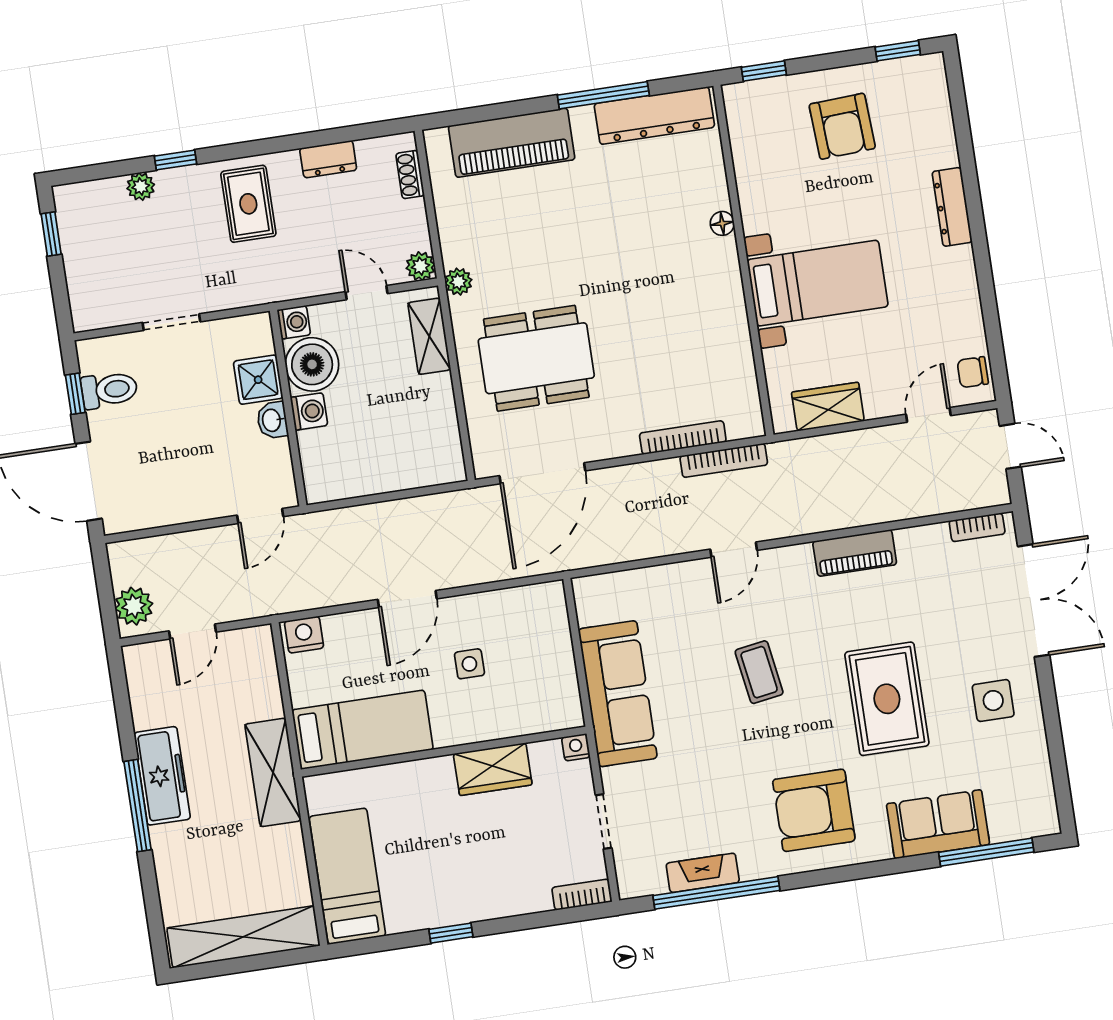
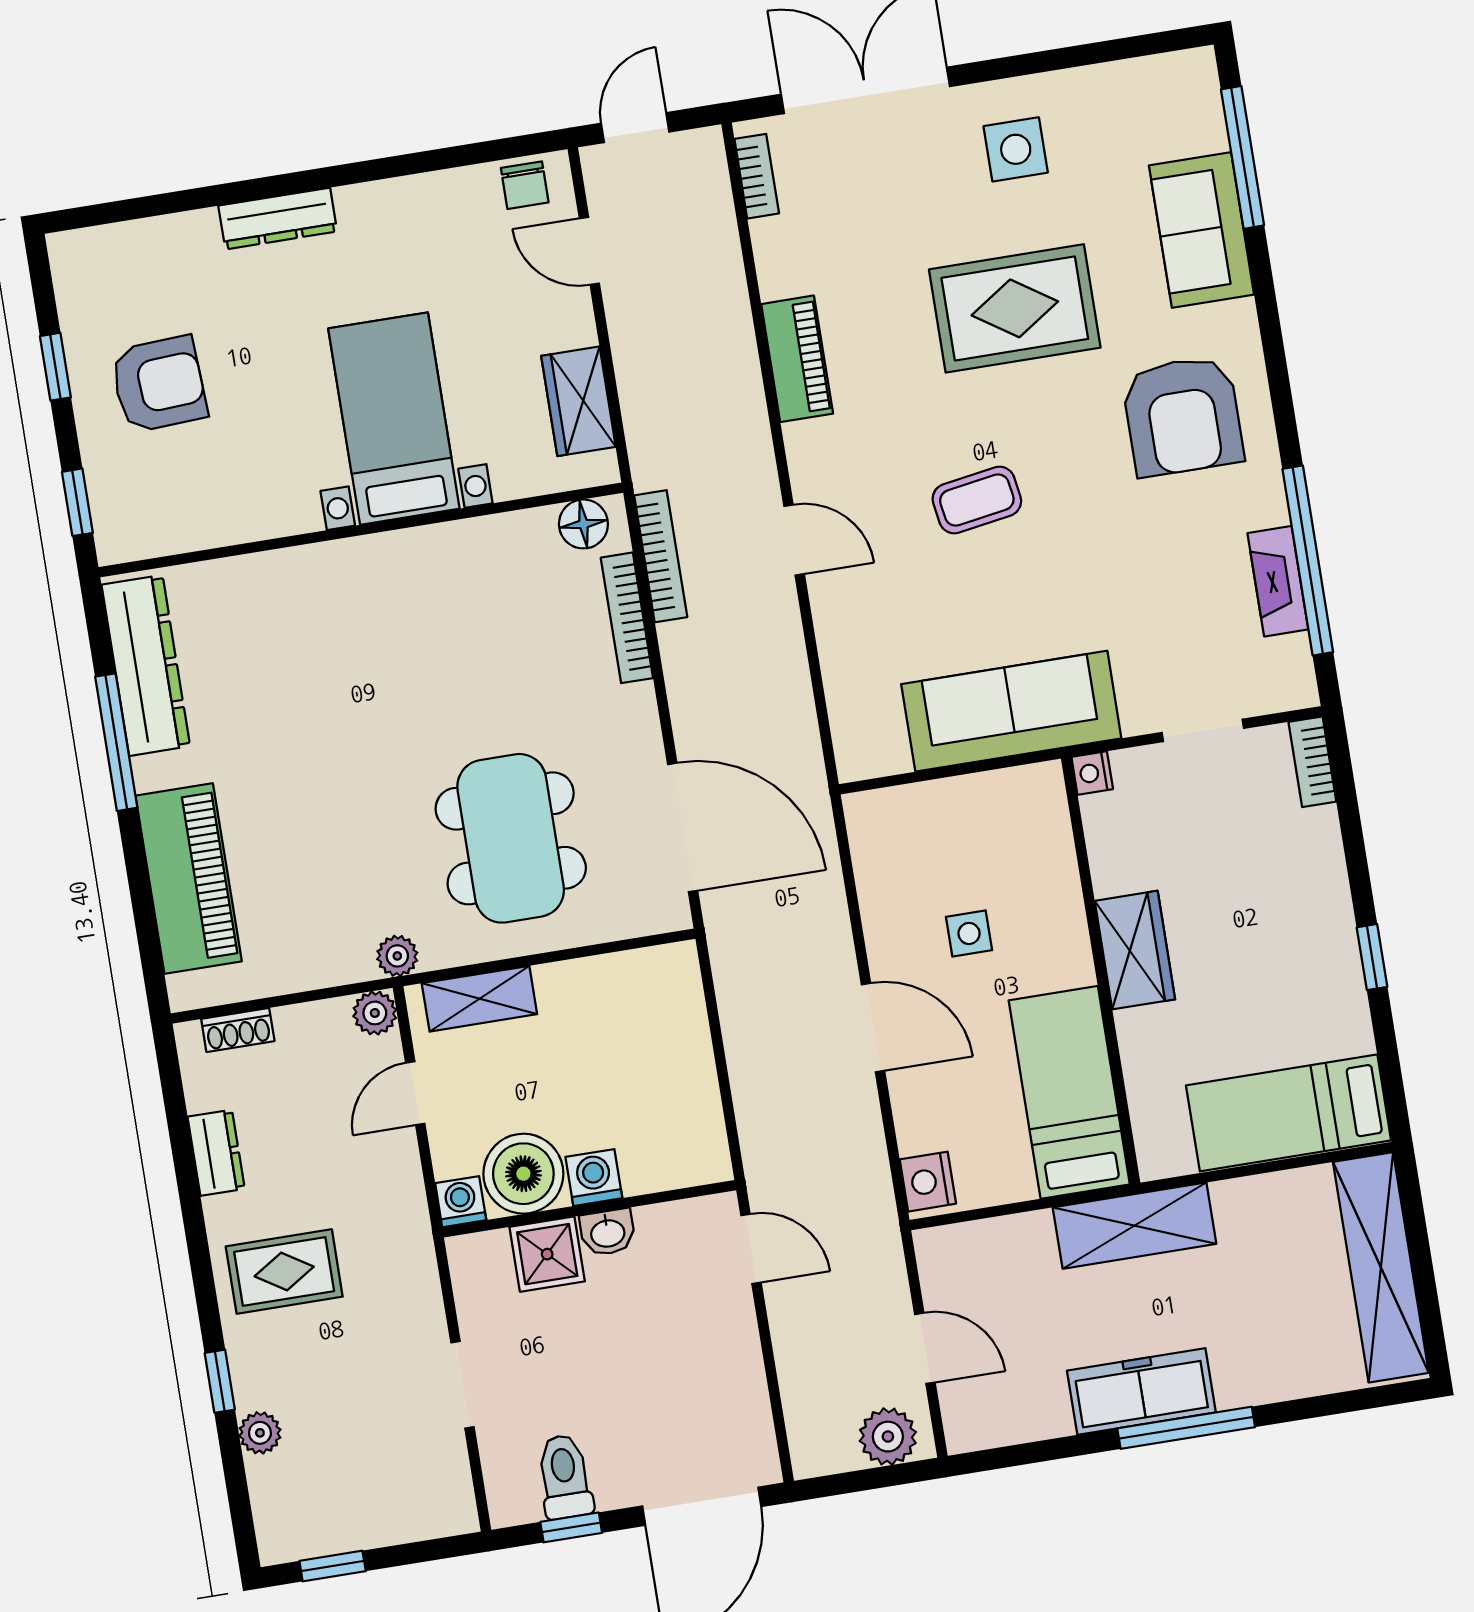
window: (898, 51) -> (55, 367), moved
floor lamp: (722, 223) -> (583, 524), moved, width x1.37, depth x1.37
wardrobe: (493, 769) -> (1135, 950), moved

